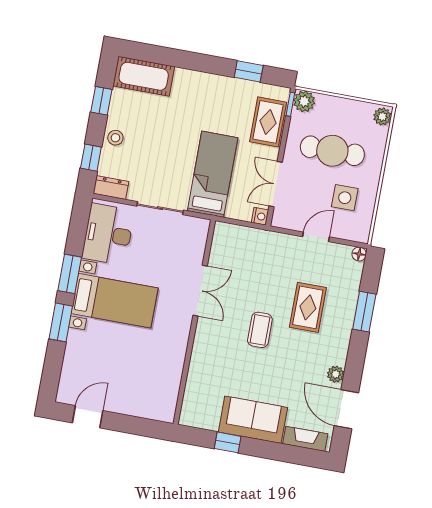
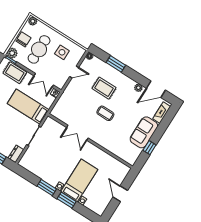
chair: (340, 113) -> (23, 39), added
desk: (108, 234) -> (36, 163), removed
door: (316, 237) -> (74, 72), swing flipped
double door: (200, 291) -> (77, 133), swing flipped
bed with nightstands: (114, 301) -> (79, 180), moved
door: (88, 417) -> (120, 194), moved

